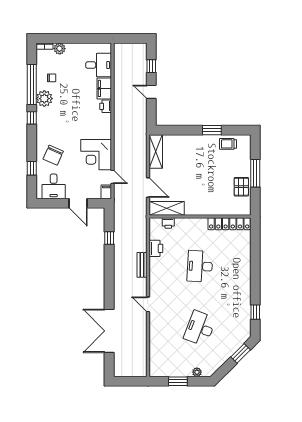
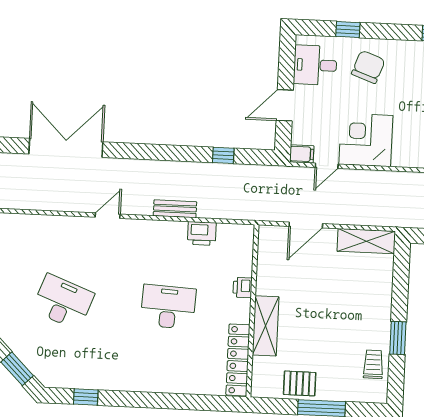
chair: (53, 155) -> (368, 67), turned 86
shelving: (167, 208) -> (266, 326), moved
printer: (168, 223) -> (243, 288), moved

